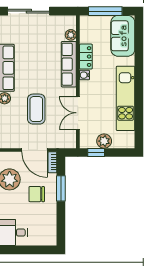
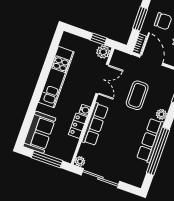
sliding door: (29, 11) -> (100, 178), moved
plant: (71, 35) -> (80, 161), moved
plant: (104, 141) -> (103, 52), moved

